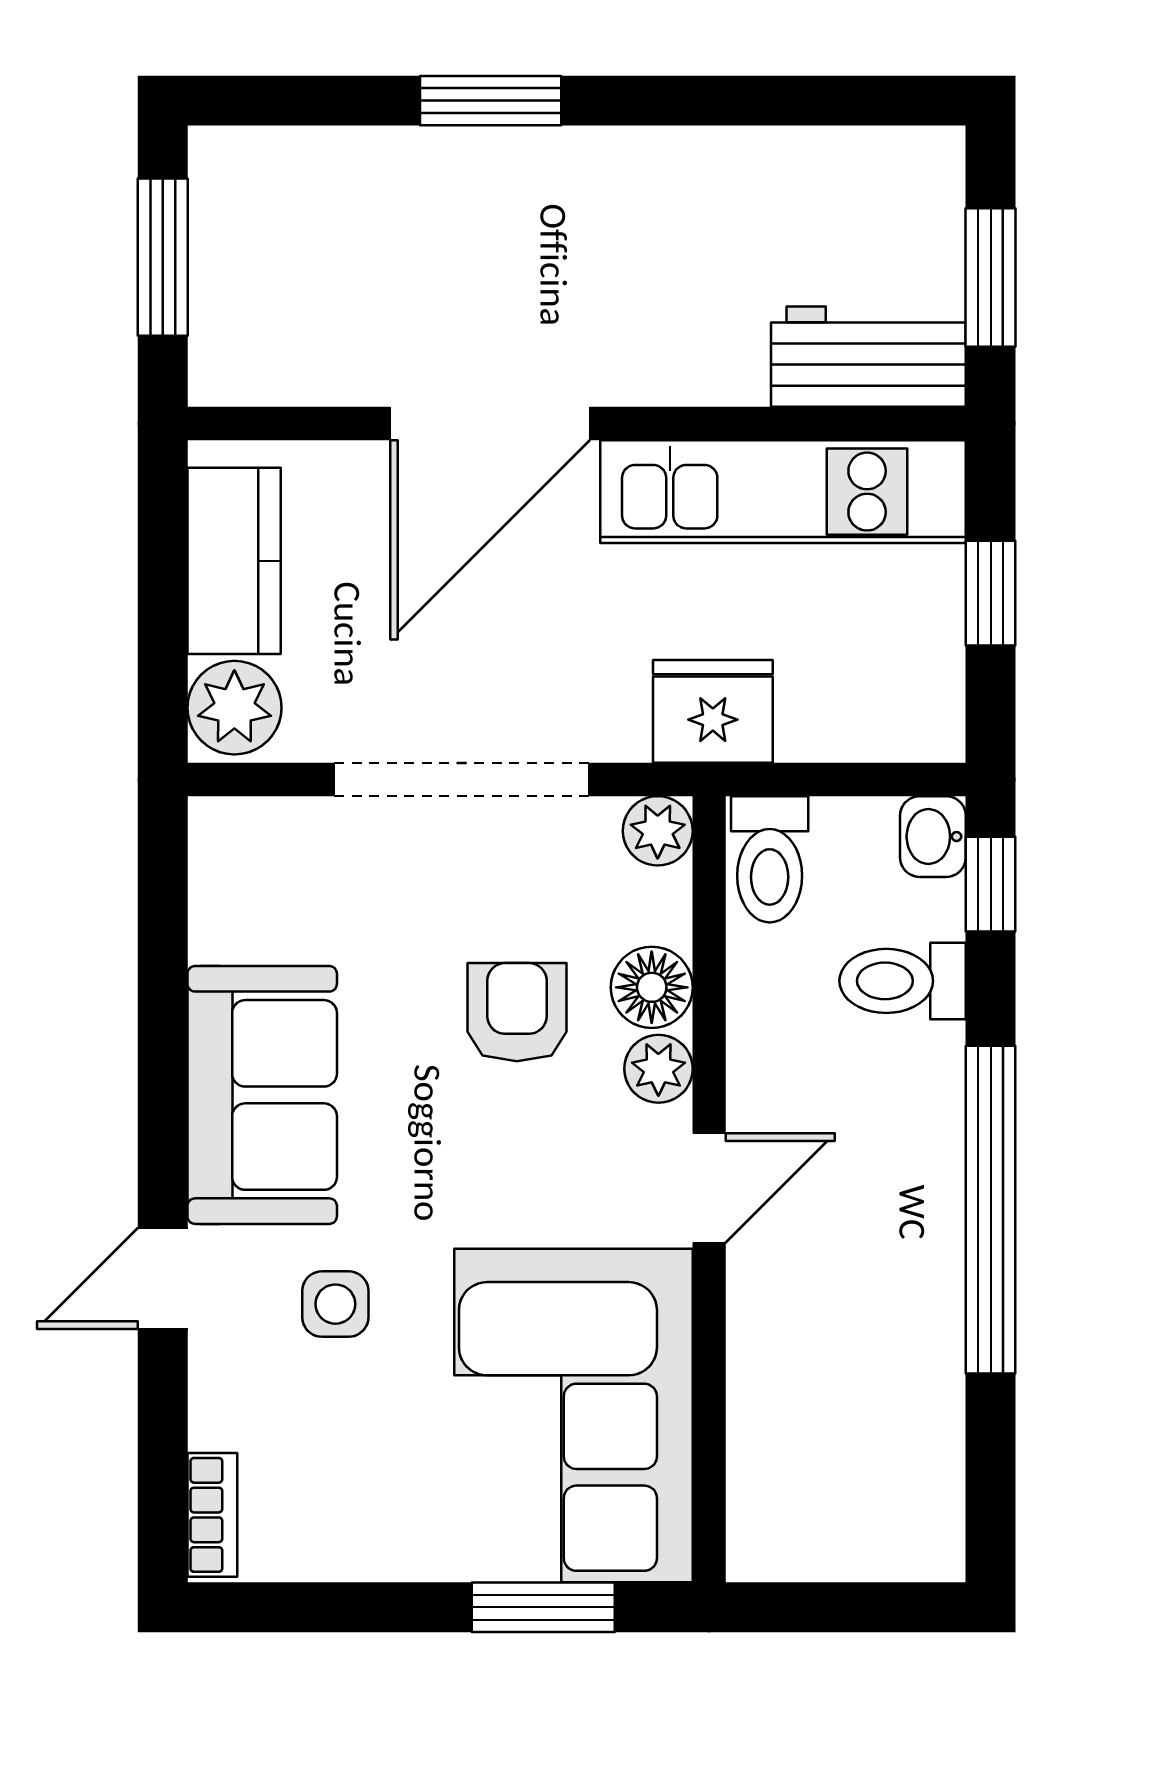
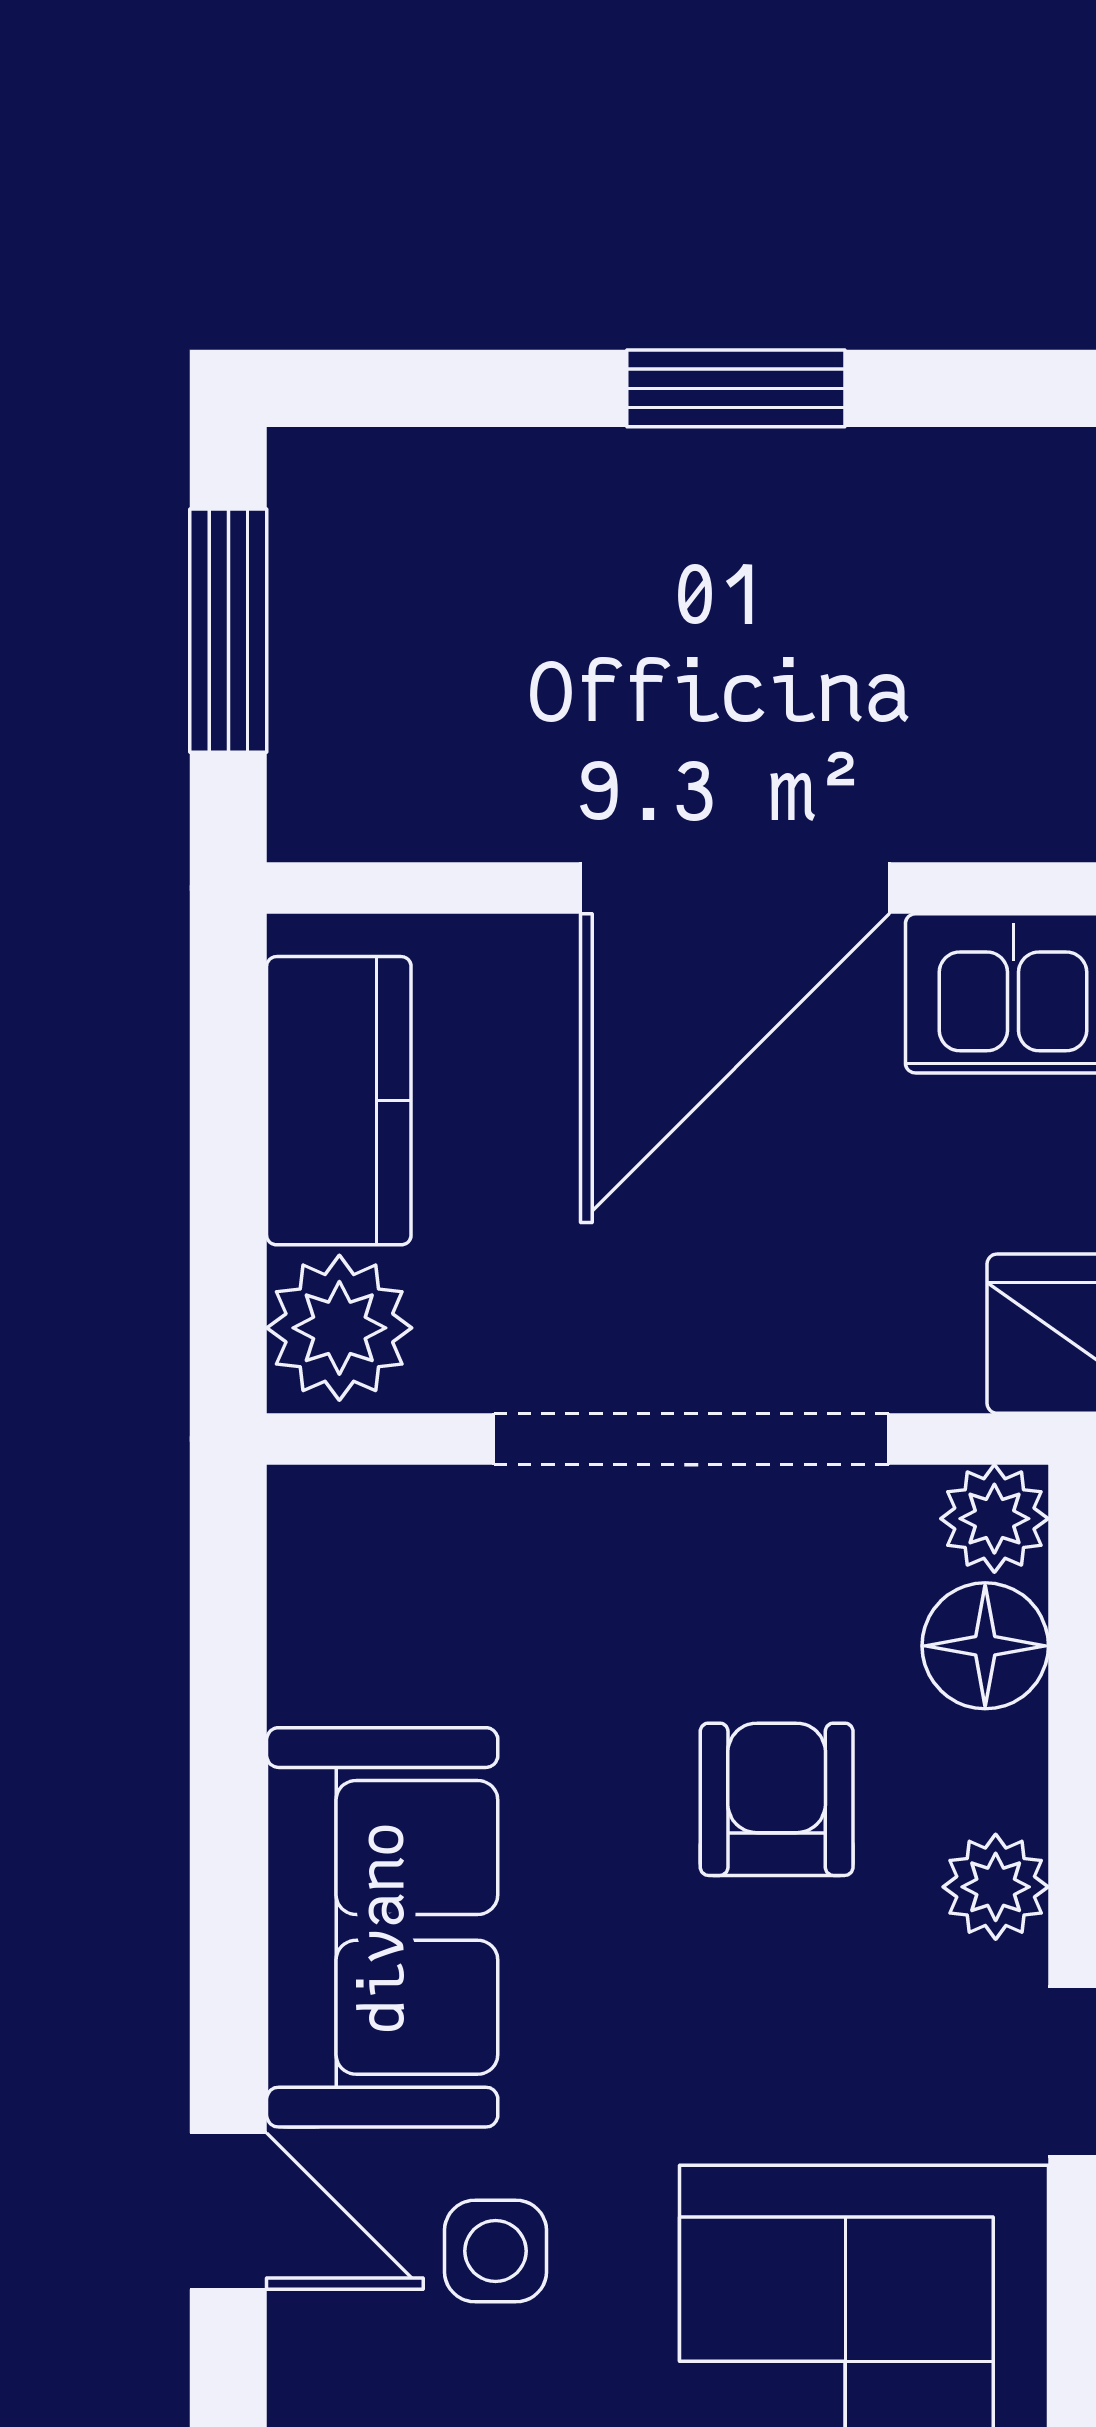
floor lamp: (652, 987) -> (985, 1646), moved
door: (163, 1278) -> (228, 2211), swing flipped

